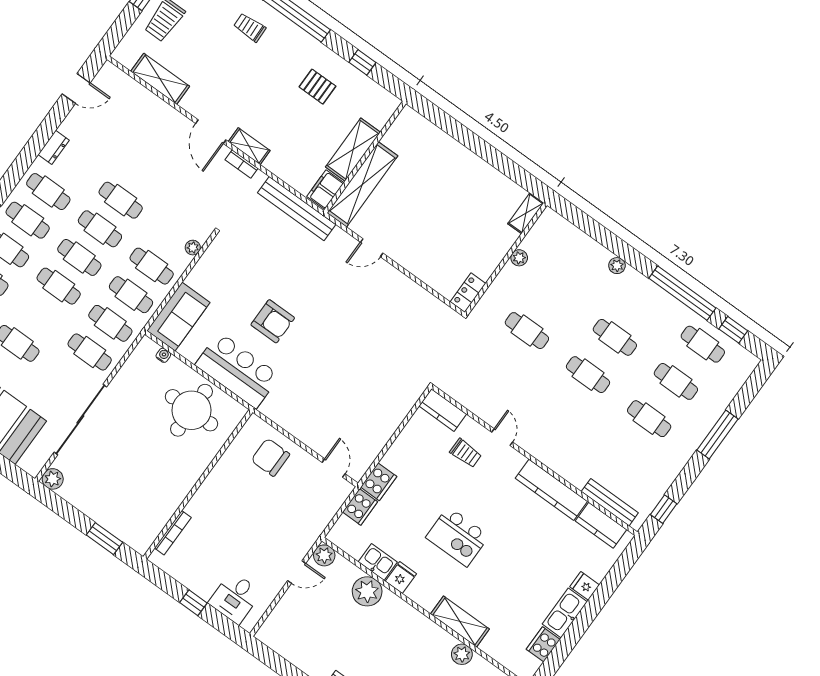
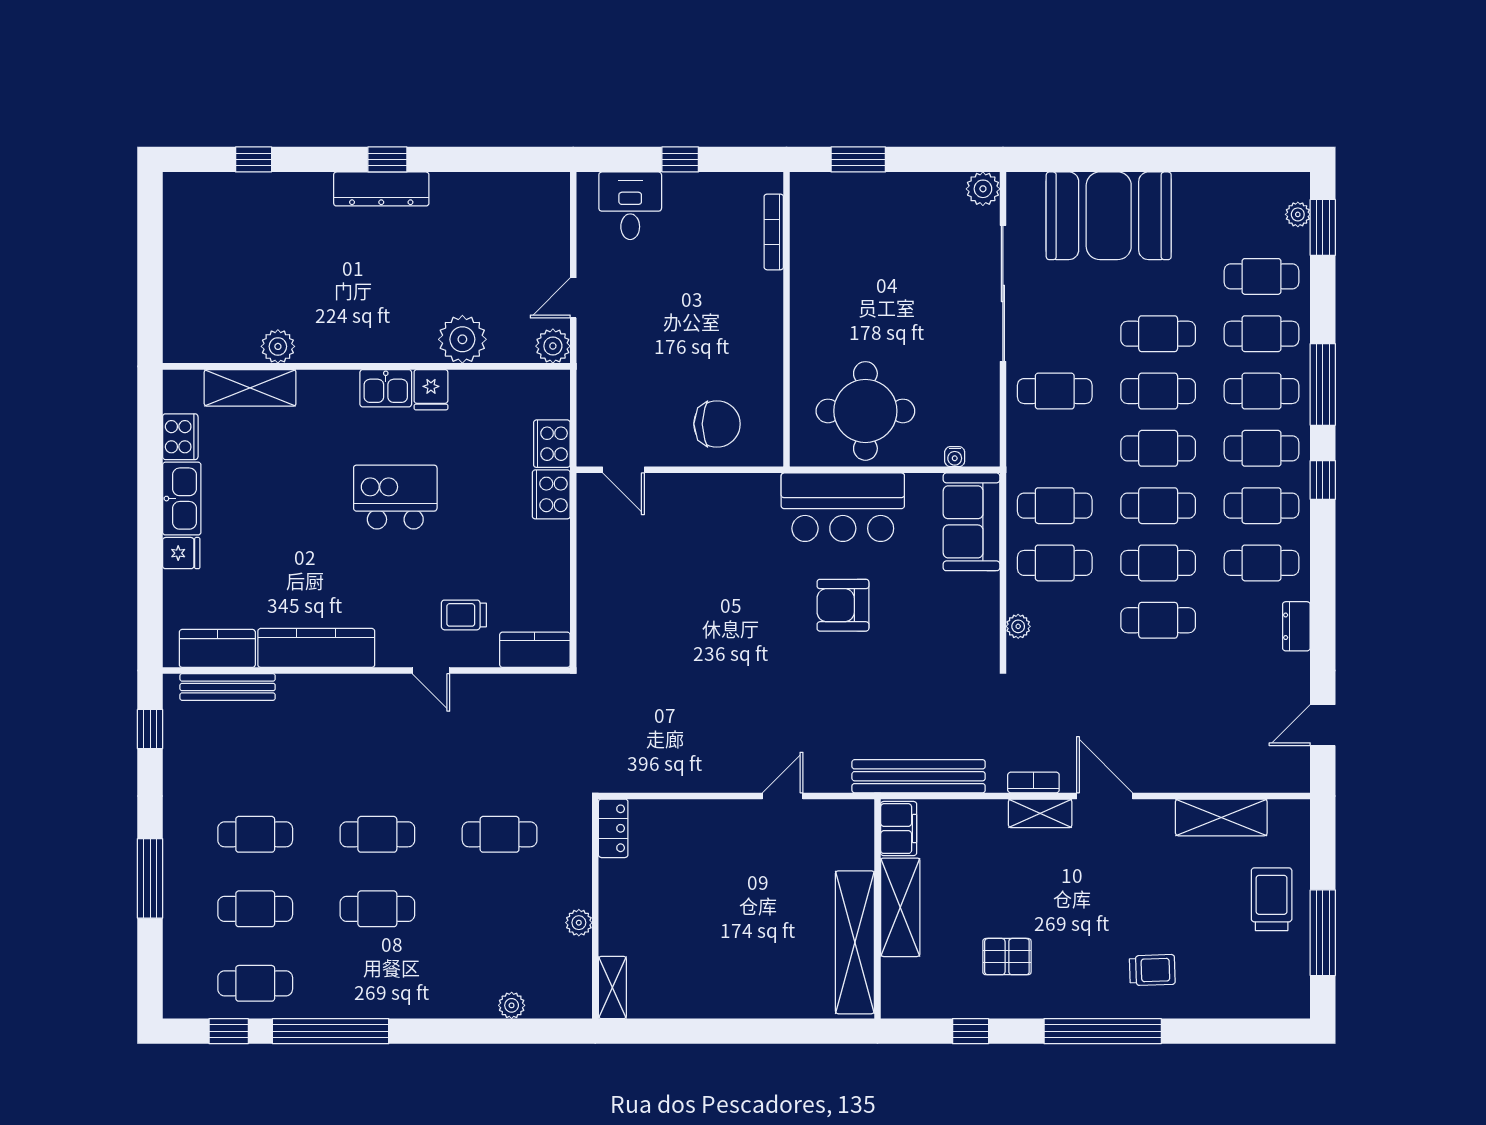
shelving: (362, 184) -> (855, 942), moved
plant: (617, 266) -> (512, 1005), moved
cafe table: (110, 323) -> (1158, 391), moved
kitchen sink: (378, 562) -> (386, 388), moved
shelving: (460, 621) -> (250, 388), moved

